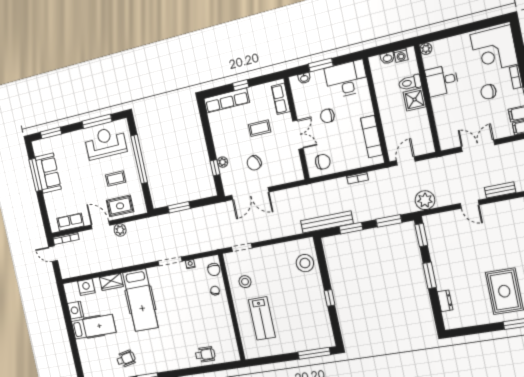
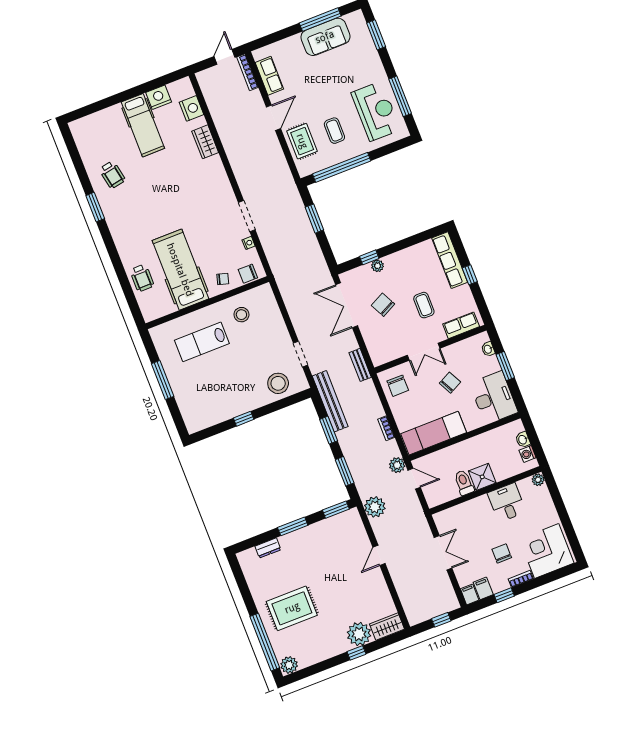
toilet: (410, 83) -> (464, 483), moved
chair: (327, 116) -> (450, 383), turned 63
exam couch: (372, 136) -> (434, 433), width x1.36, depth x1.45
window: (139, 159) -> (342, 167), moved
bench: (500, 190) -> (360, 365), moved
plant: (120, 230) -> (397, 465), moved
doorway: (242, 248) -> (300, 354), moved
hospital bed: (140, 300) -> (180, 270), moved, turned 90
window: (314, 353) -> (163, 380), moved

